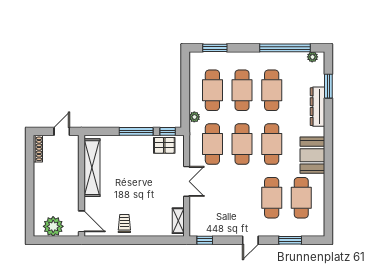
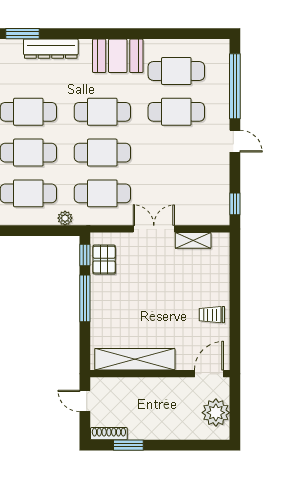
window: (30, 163) -> (128, 445), added
shelving: (178, 221) -> (193, 240), moved
window: (290, 240) -> (235, 86), width x2.11

